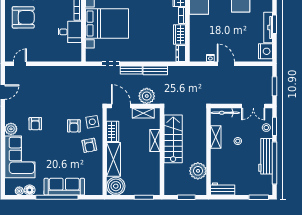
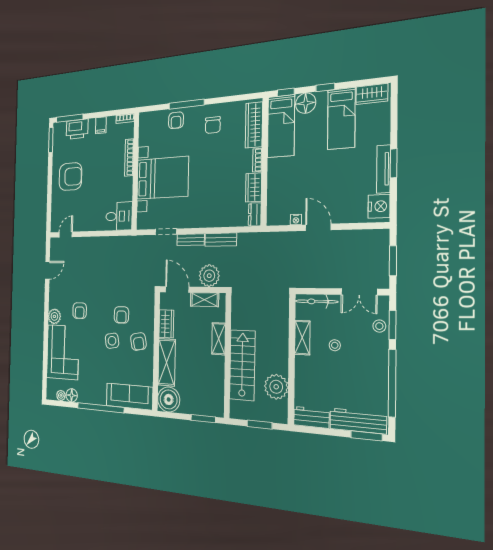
desk: (70, 32) -> (119, 216), moved
side table: (92, 122) -> (112, 341), moved
stairs: (173, 139) -> (242, 365), moved
workbench: (266, 156) -> (358, 421), moved, turned 90
sofa: (64, 187) -> (129, 396), moved

